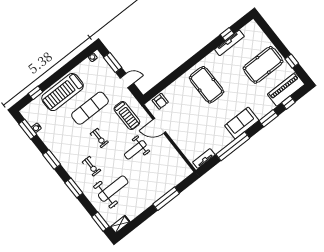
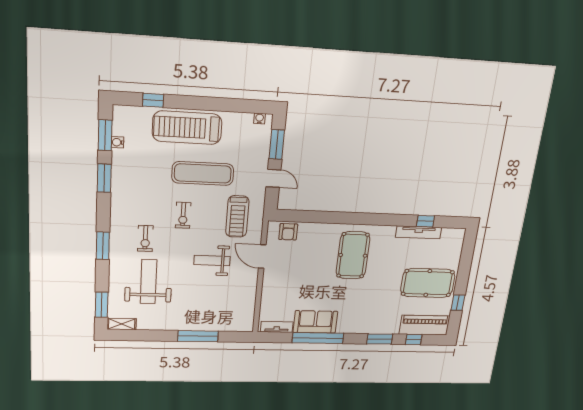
sofa: (242, 123) -> (315, 322), moved
window: (52, 160) -> (104, 178), moved
weight bench: (113, 189) -> (148, 282), turned -90

